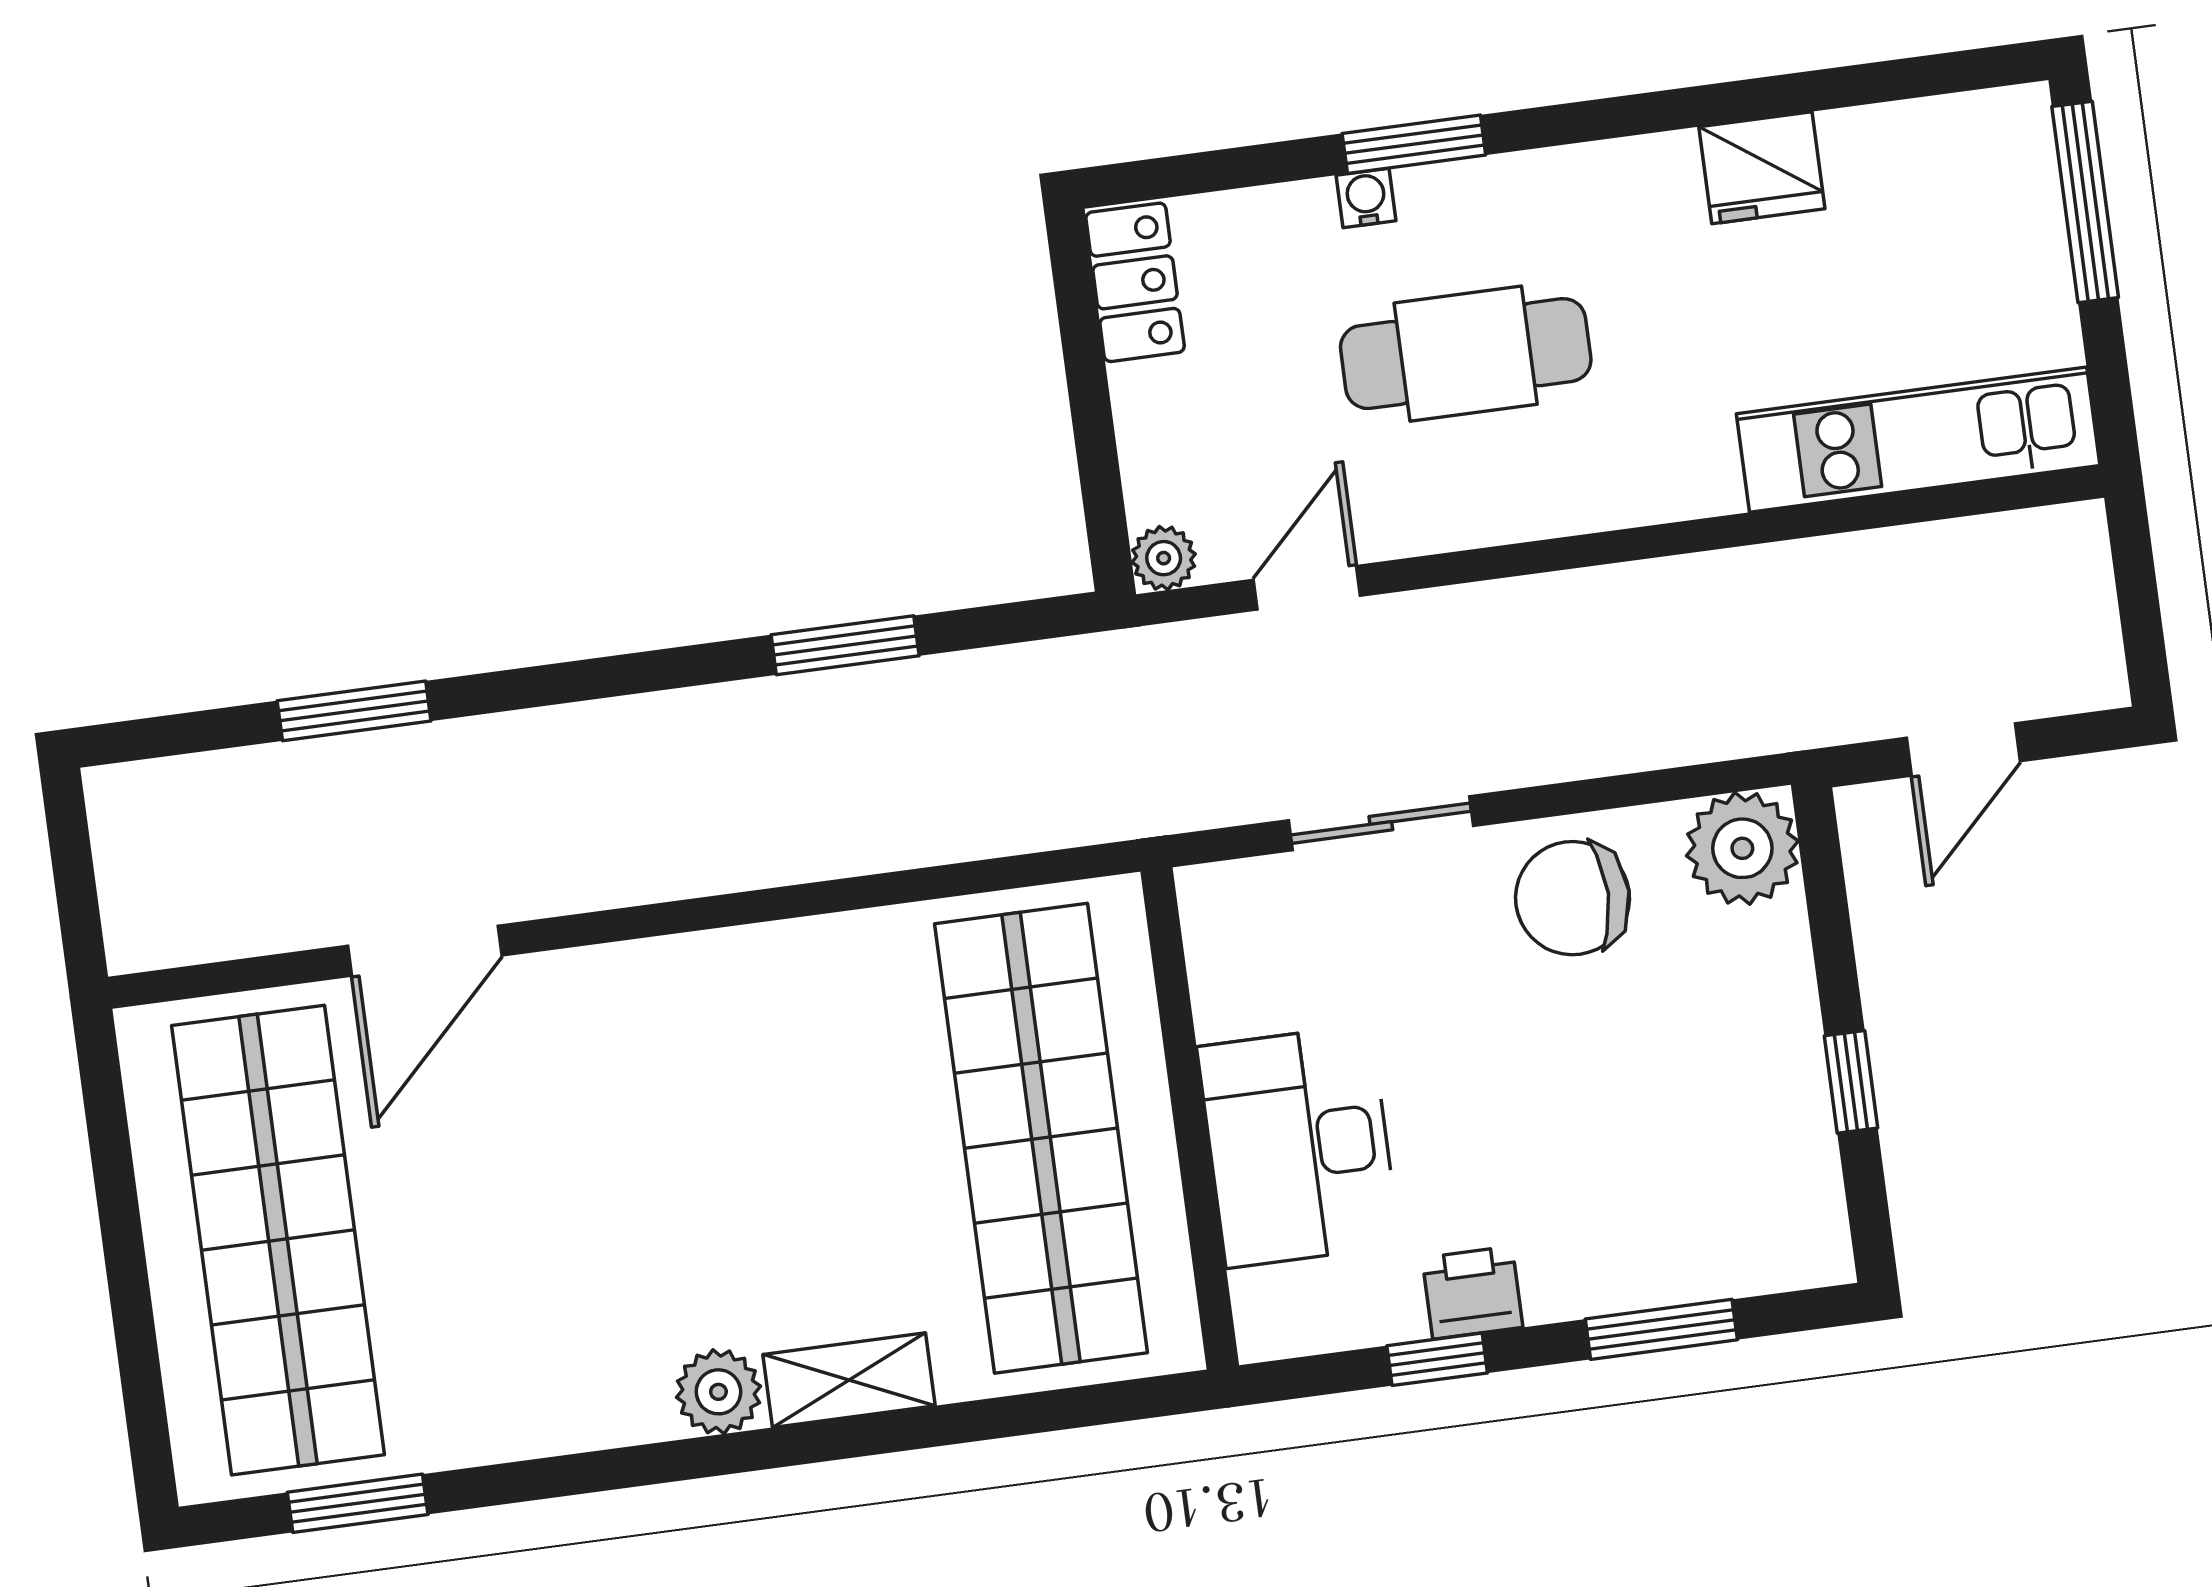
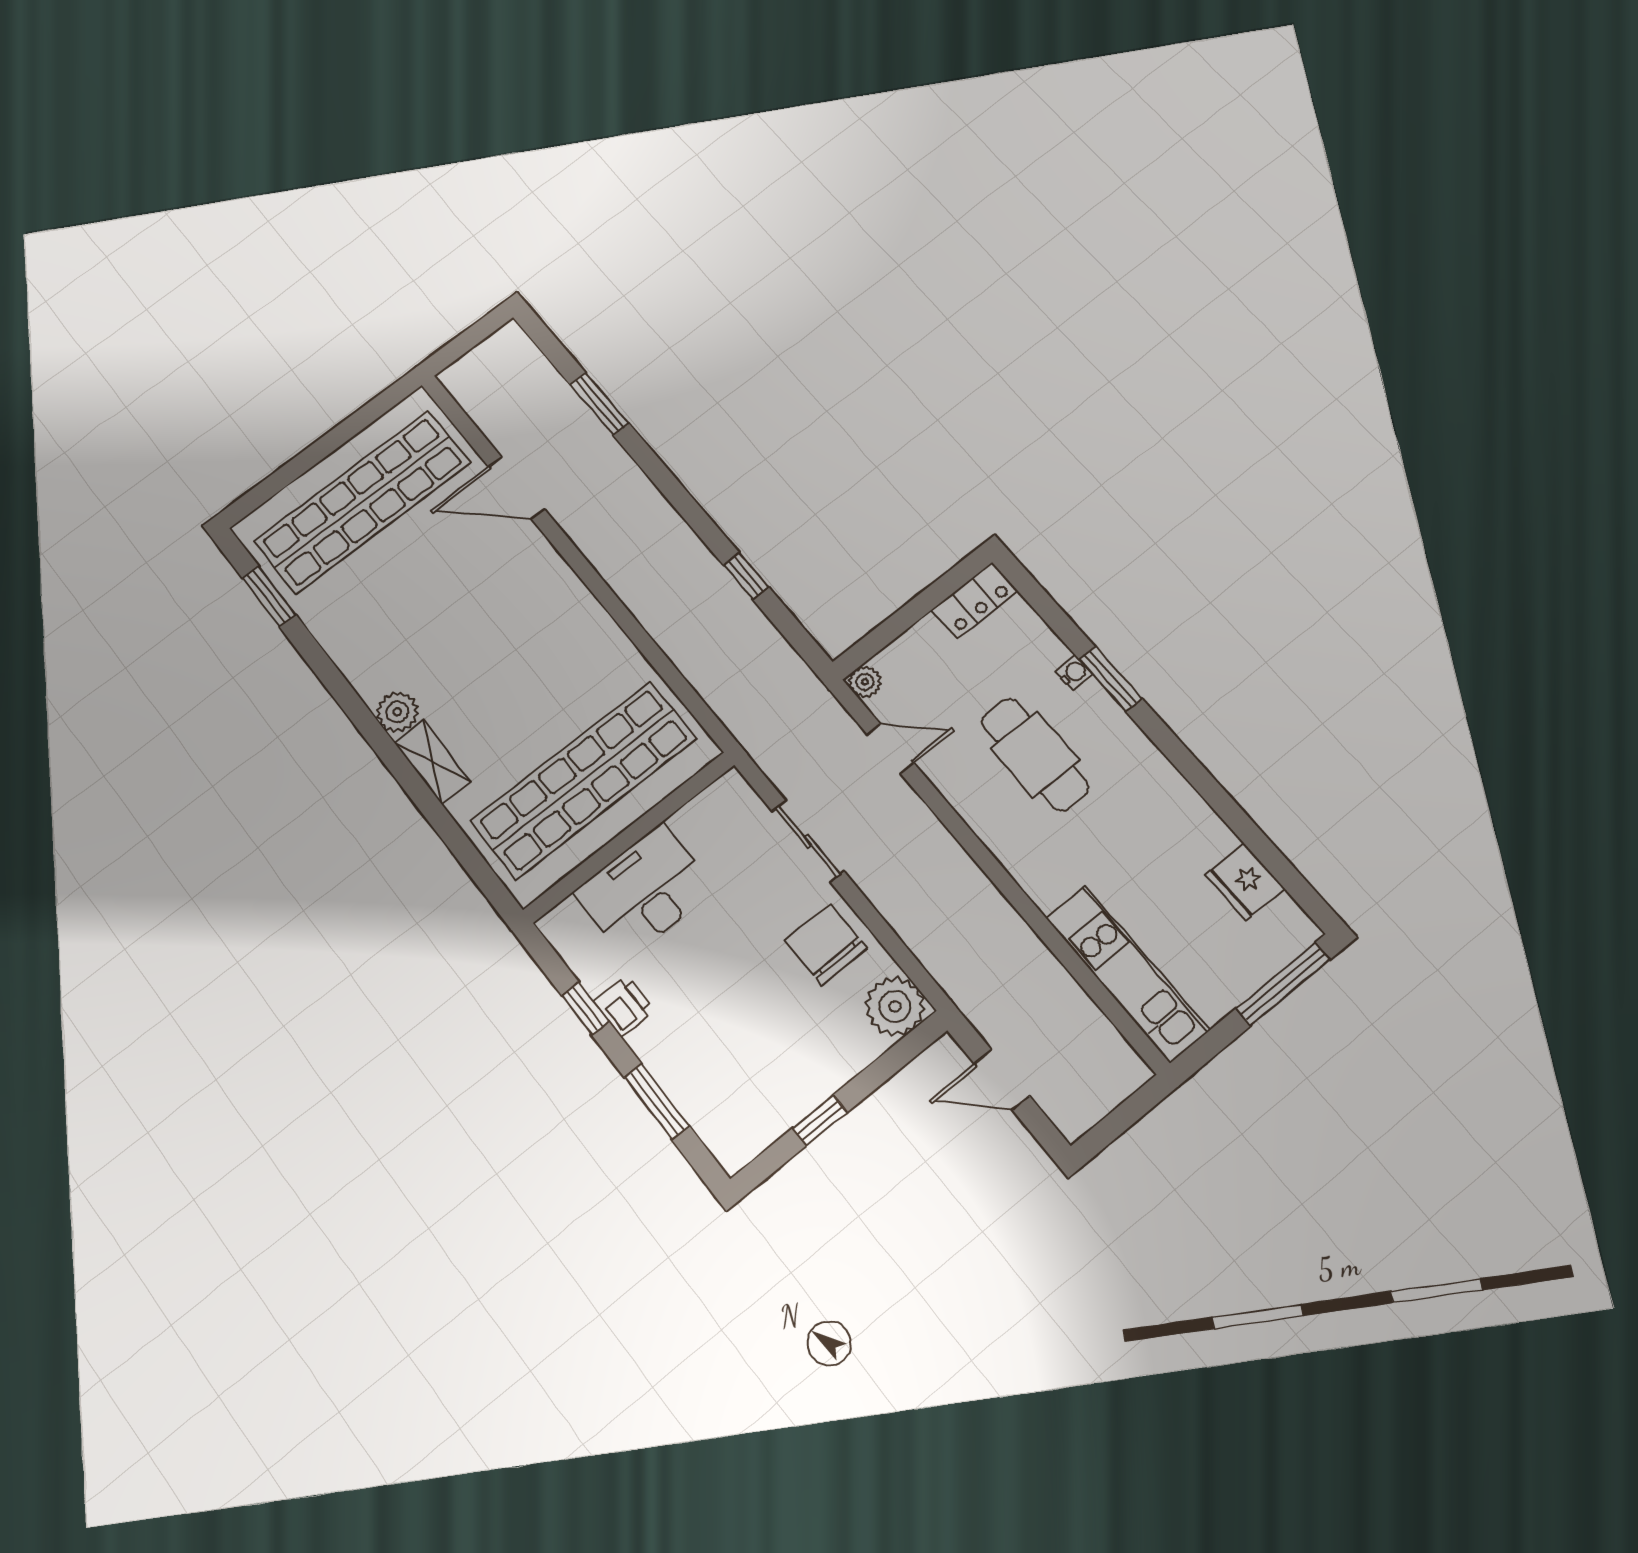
fridge: (1762, 168) -> (1245, 882), moved
window: (845, 645) -> (746, 576), width x0.67

